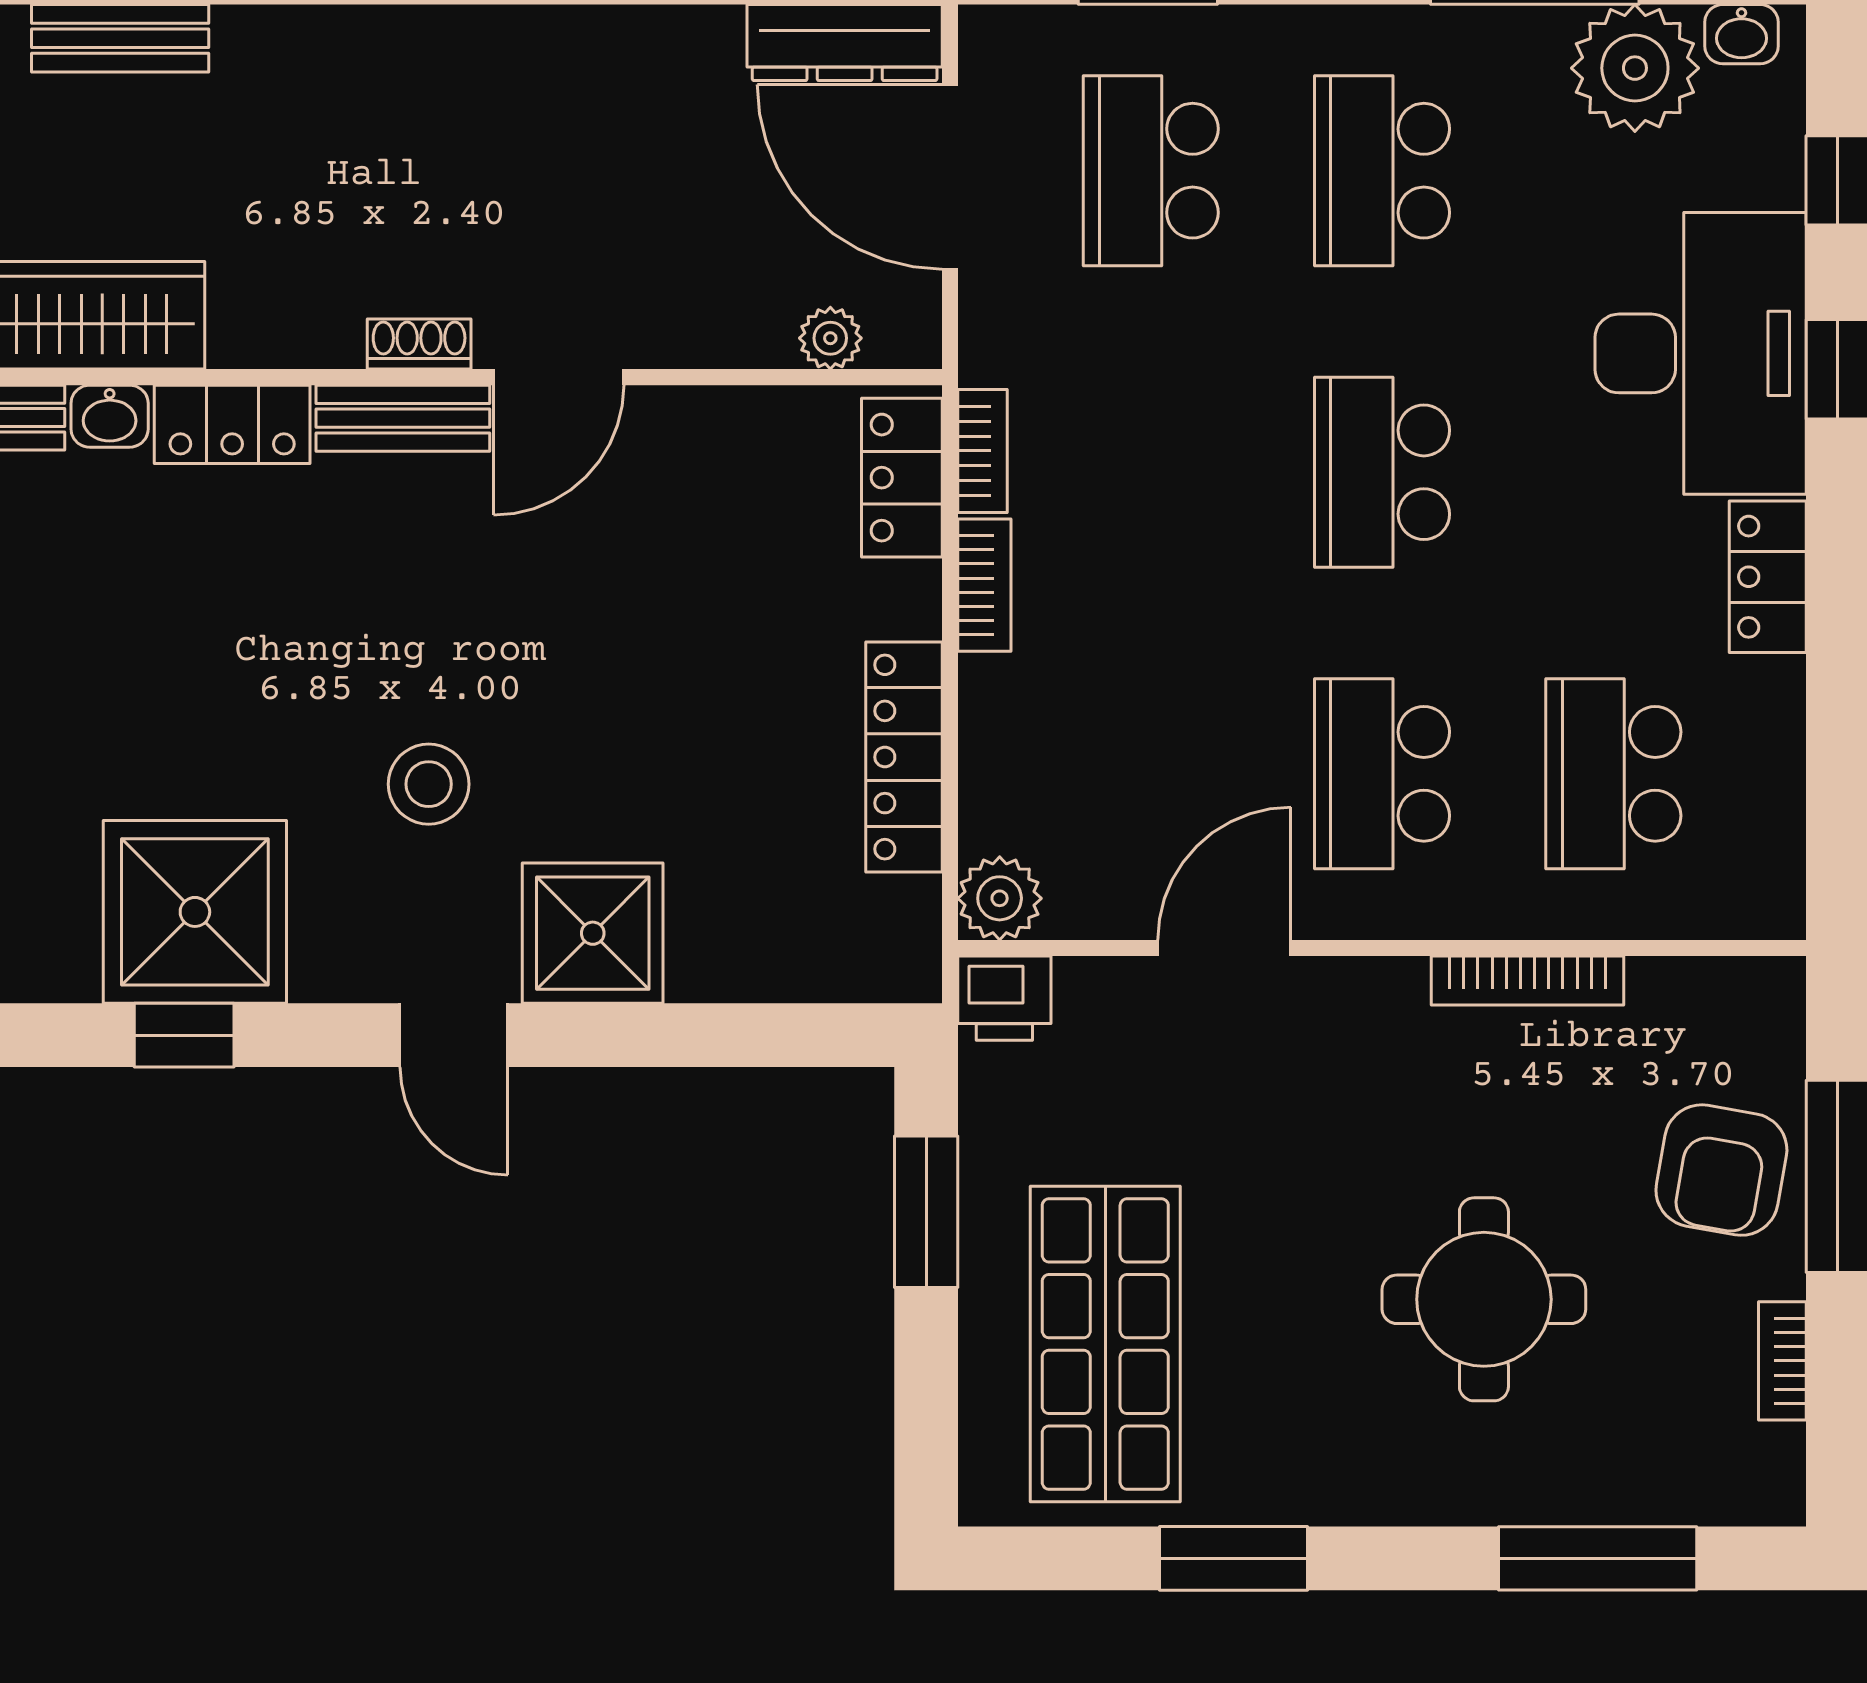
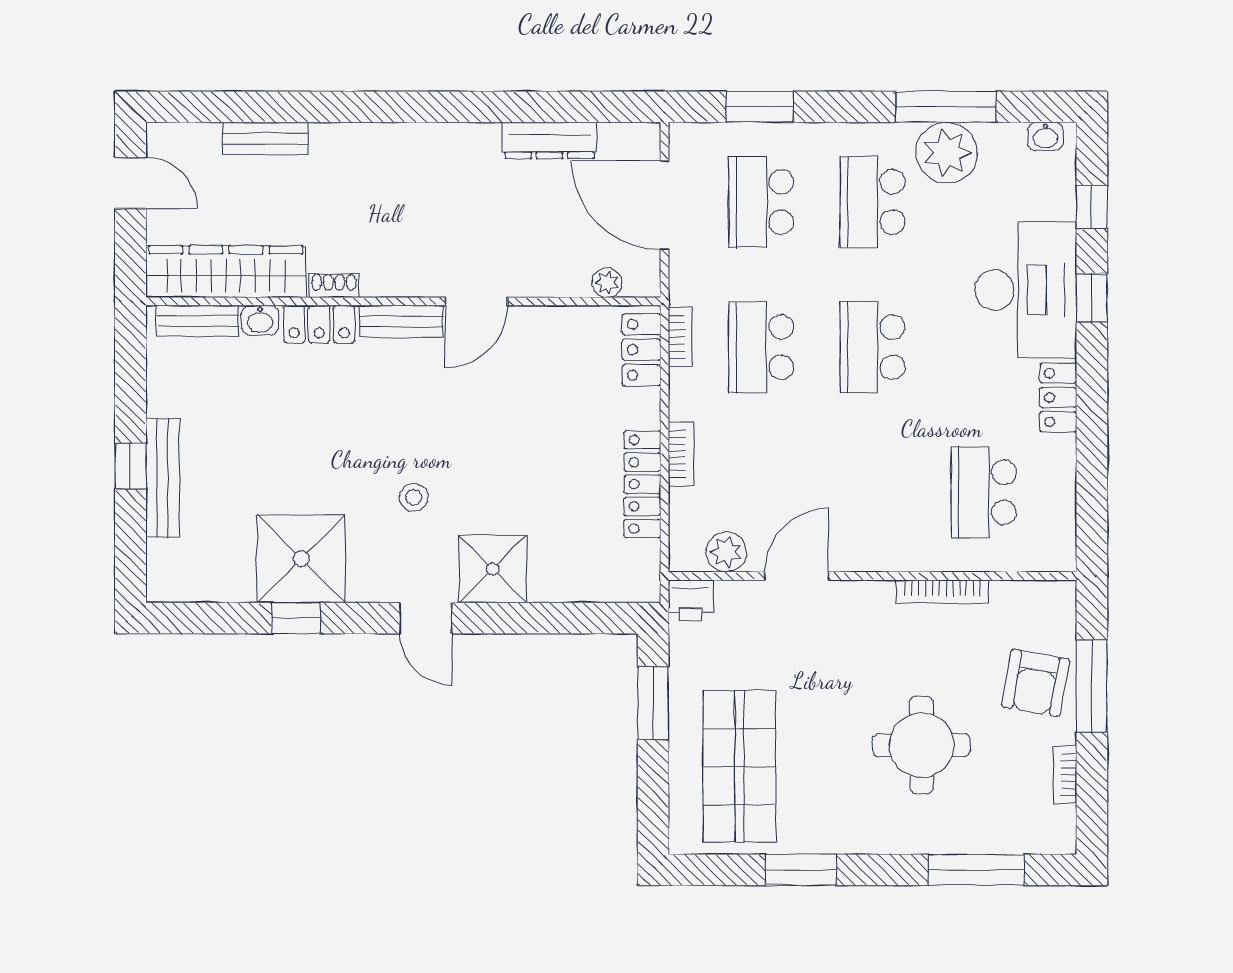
dresser: (845, 43) -> (550, 140), moved
plant: (1635, 68) -> (947, 153), moved
shoe rack: (419, 344) -> (334, 285), moved
bookcase: (984, 585) -> (681, 454), moved
school desk: (1382, 774) -> (761, 347), moved
stool: (429, 784) -> (414, 497), width x0.73, depth x0.73
plant: (1000, 898) -> (726, 552), moved

